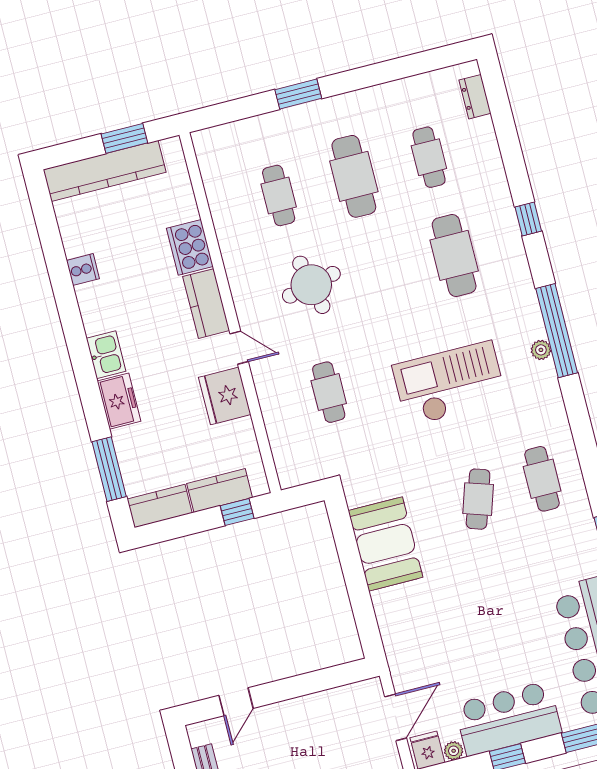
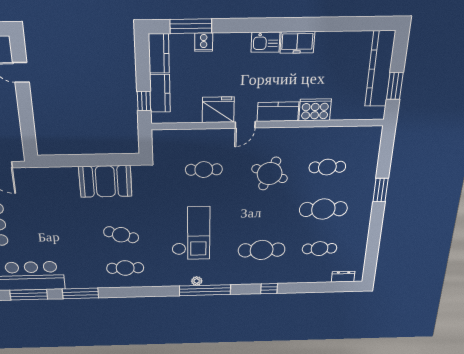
cooker: (83, 270) -> (204, 42), moved
round table: (311, 285) -> (270, 174), turned 36
freezer: (119, 401) -> (297, 42), moved

